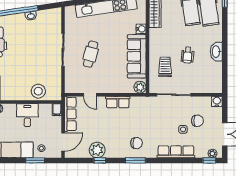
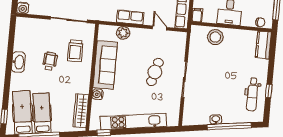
plant: (140, 87) -> (123, 33), moved

